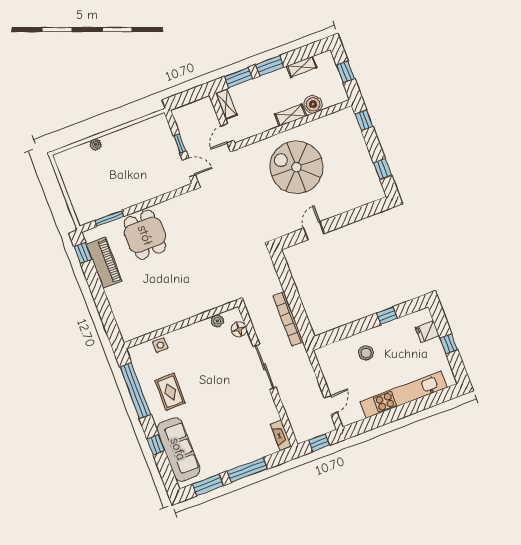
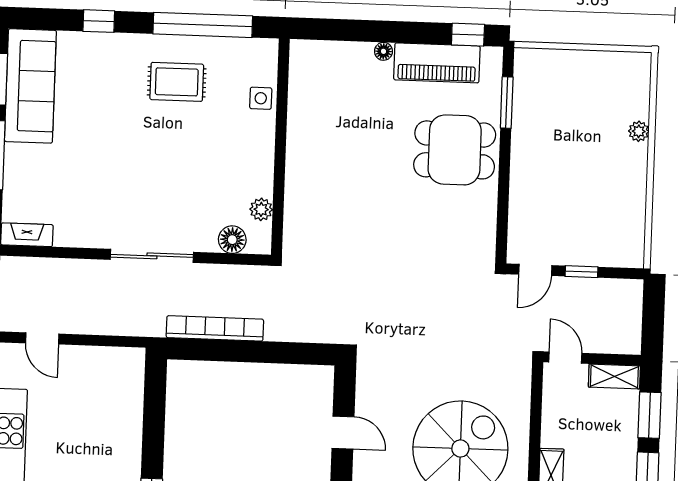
floor lamp: (110, 292) -> (384, 51), added
stool: (366, 353) -> (104, 434), removed
sofa: (178, 449) -> (30, 86), moved, turned -90

